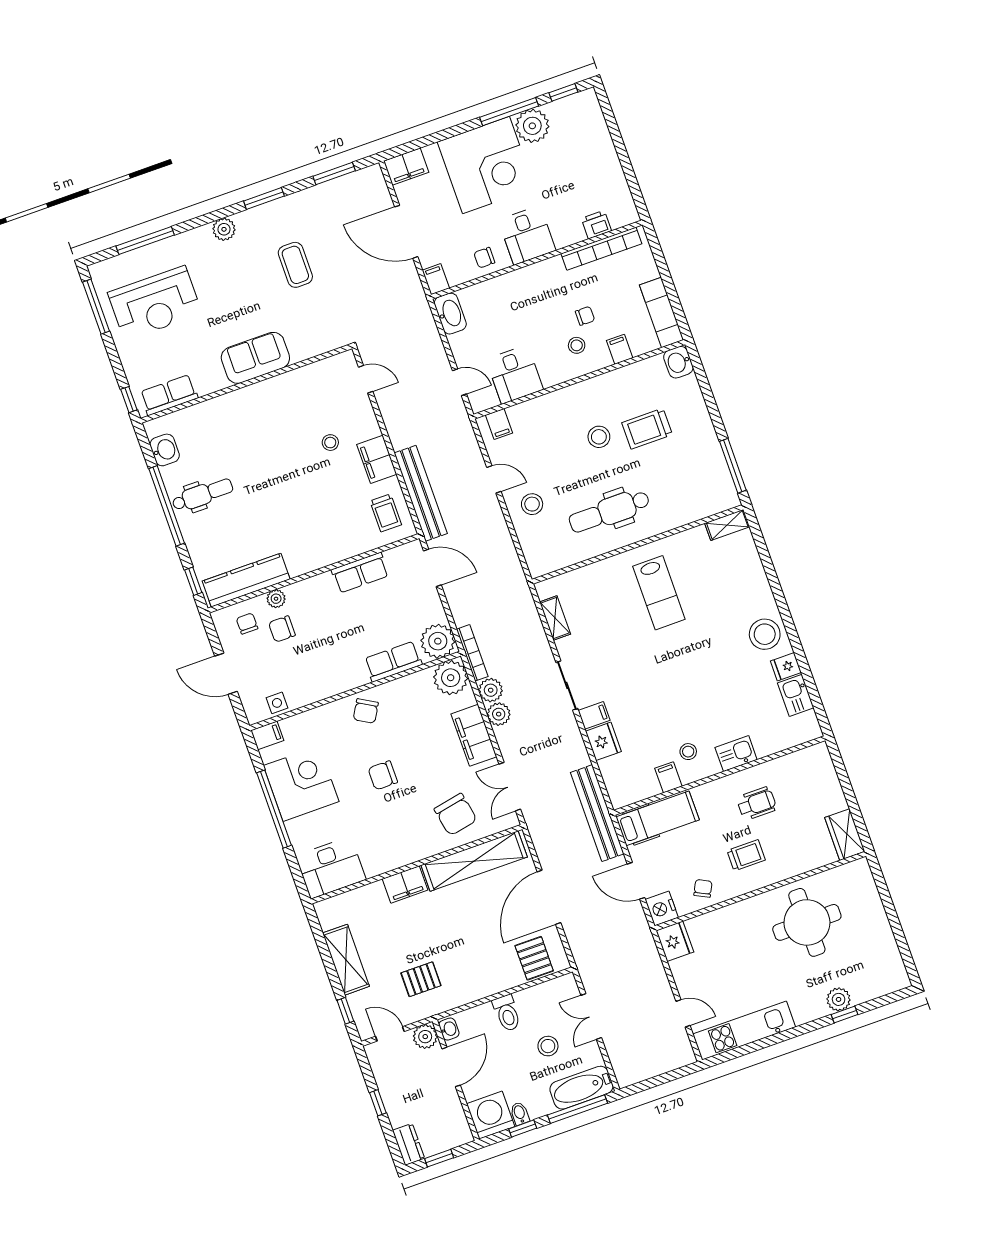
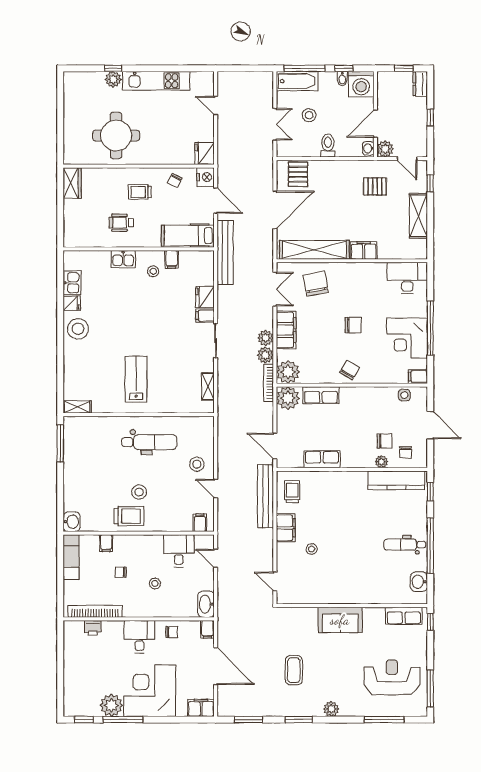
stool: (577, 345) -> (155, 583), moved
trolley: (647, 429) -> (129, 516), moved
kitchen unit: (744, 1031) -> (156, 81), moved

